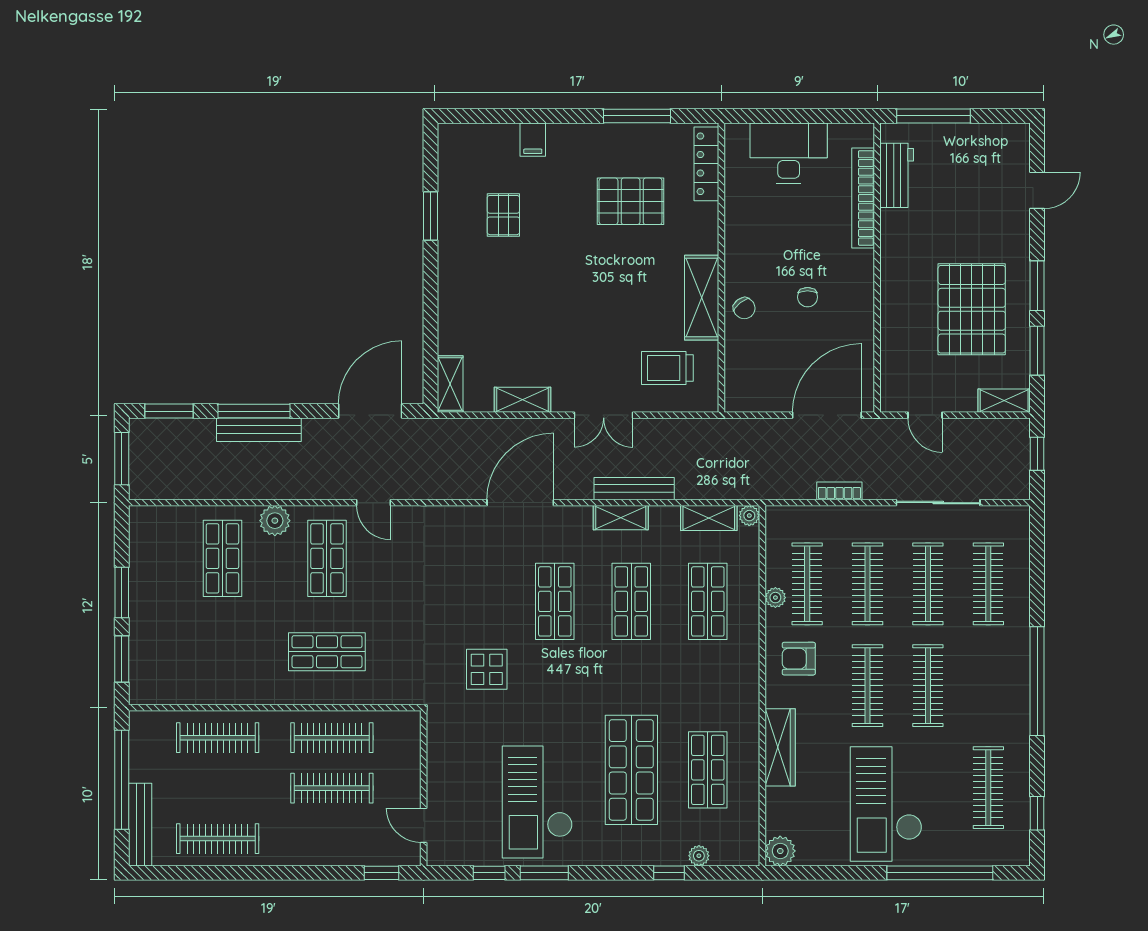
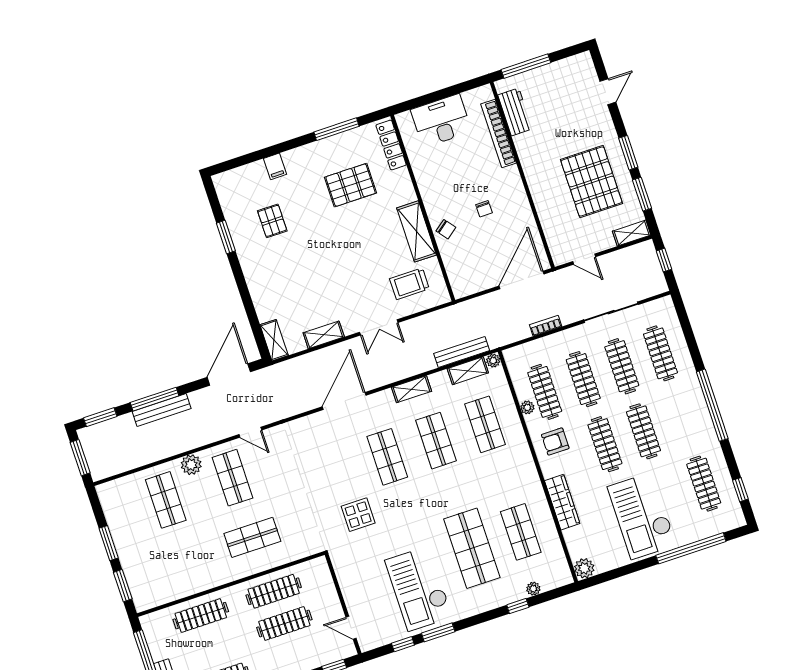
bench: (634, 489) -> (462, 352), moved

